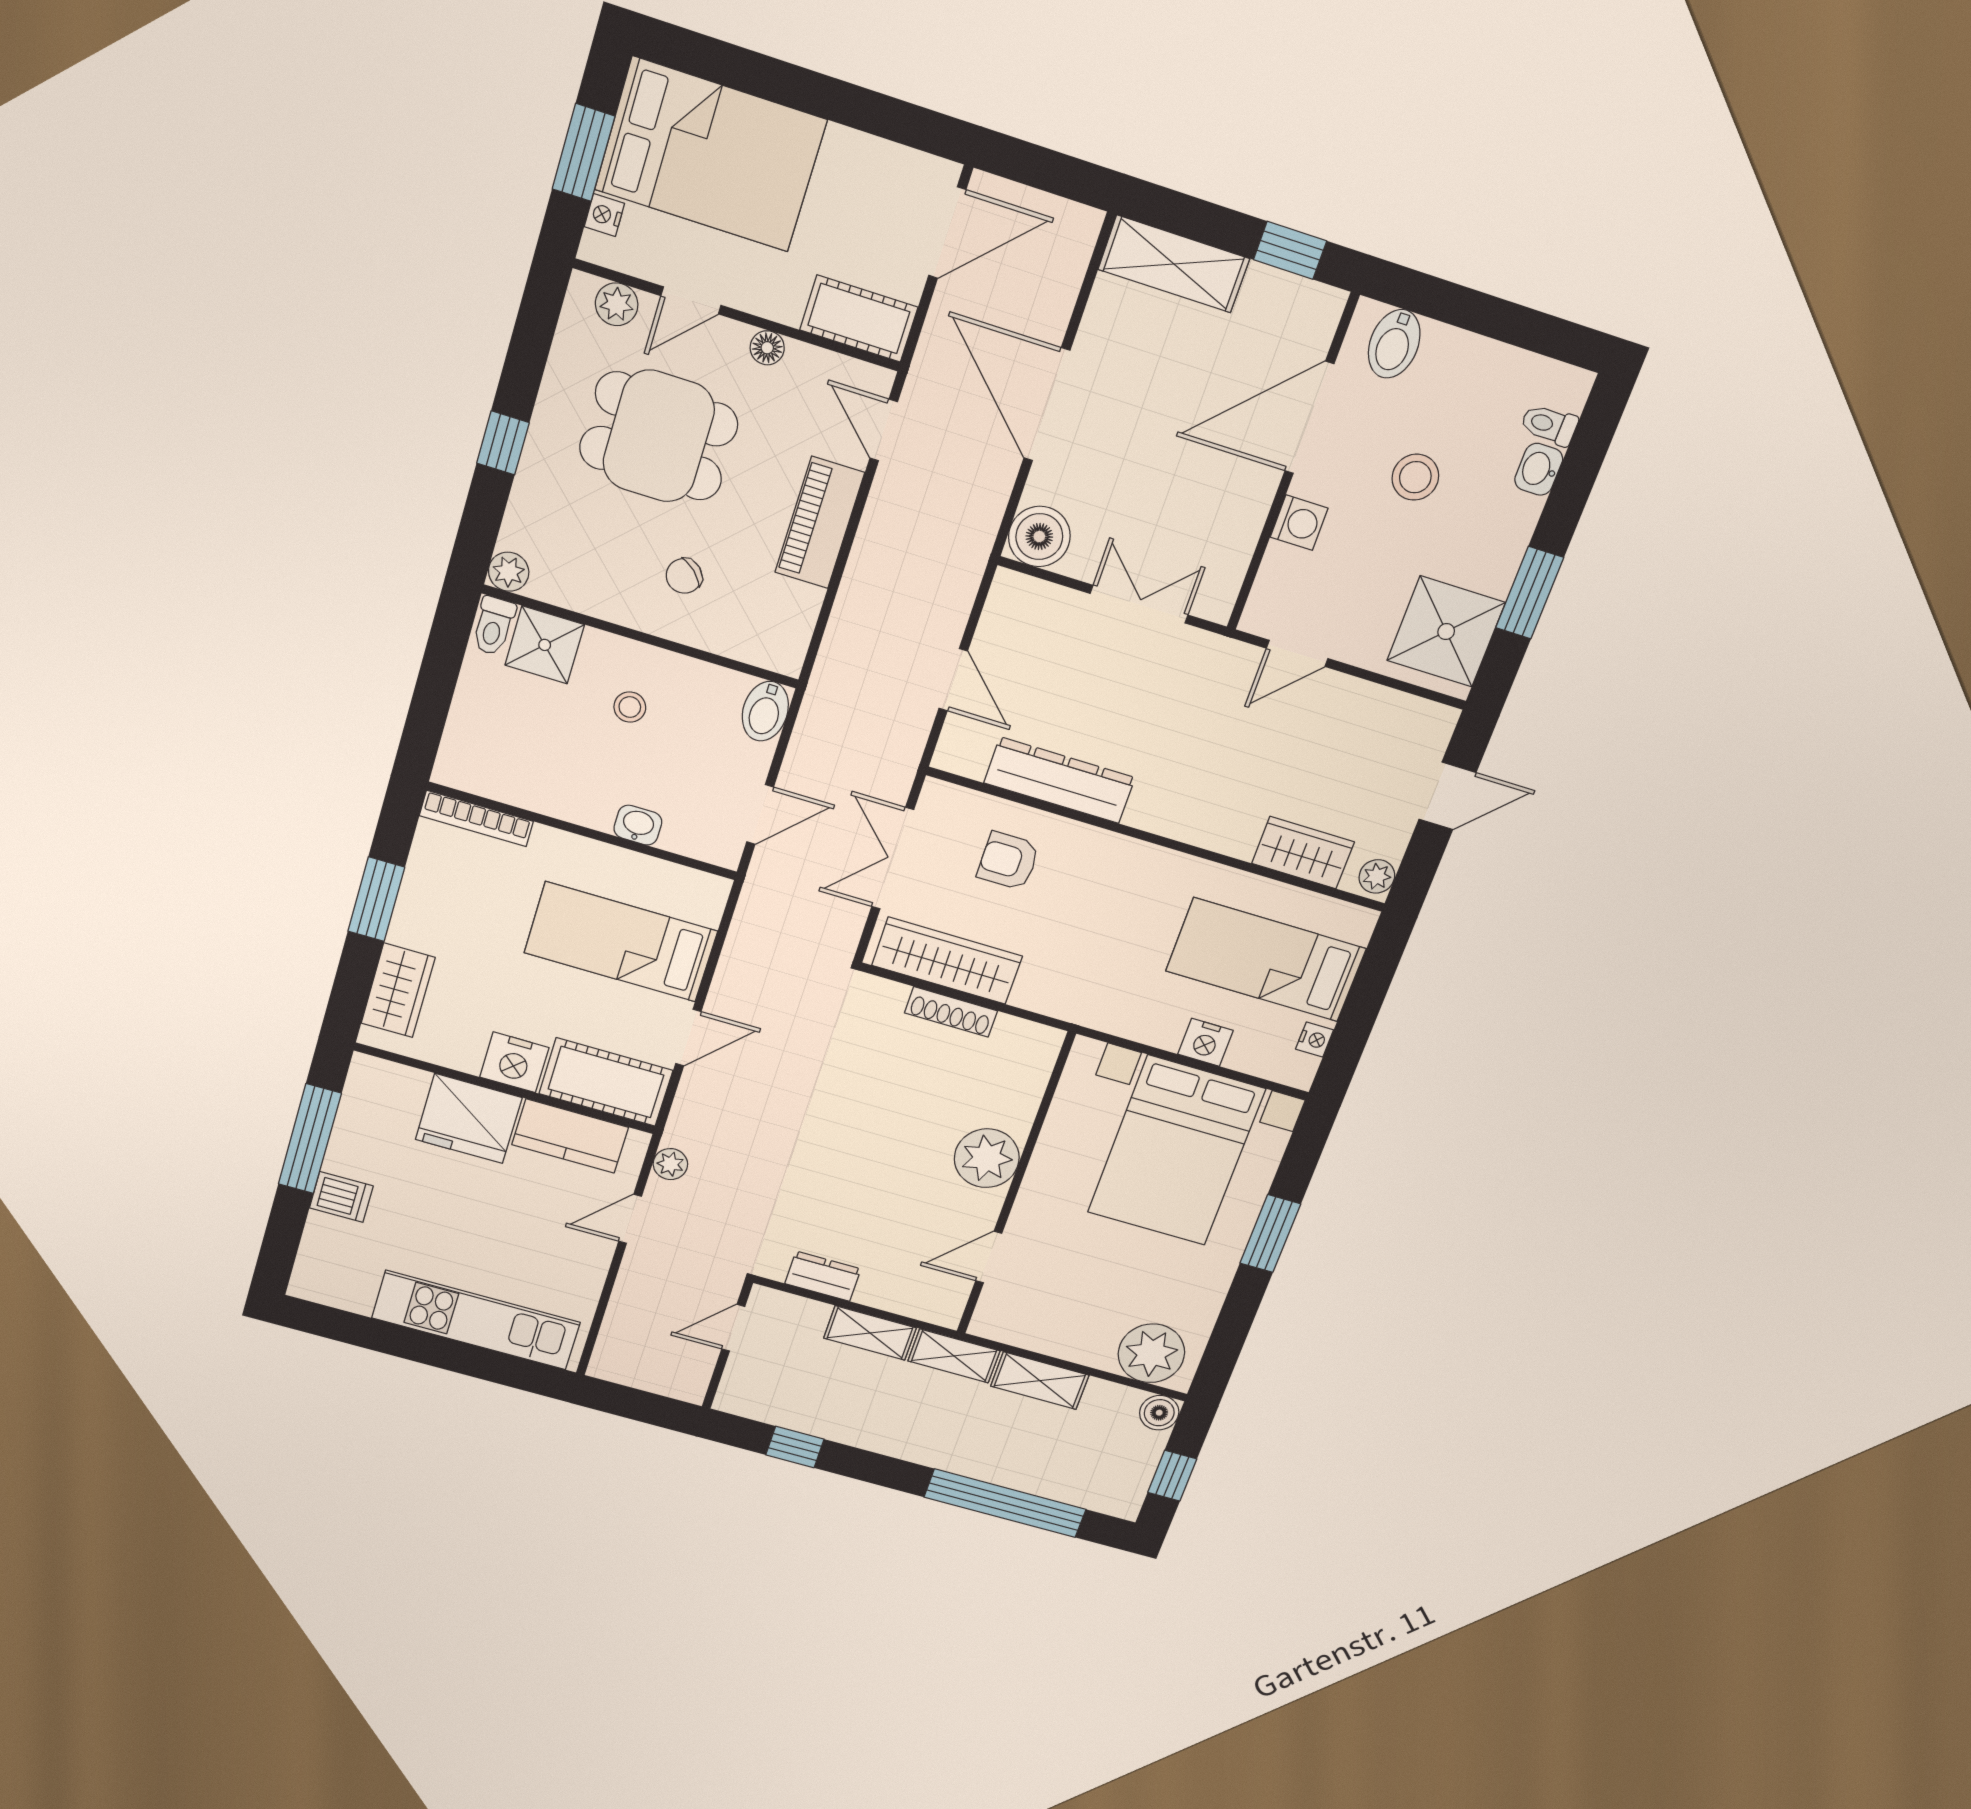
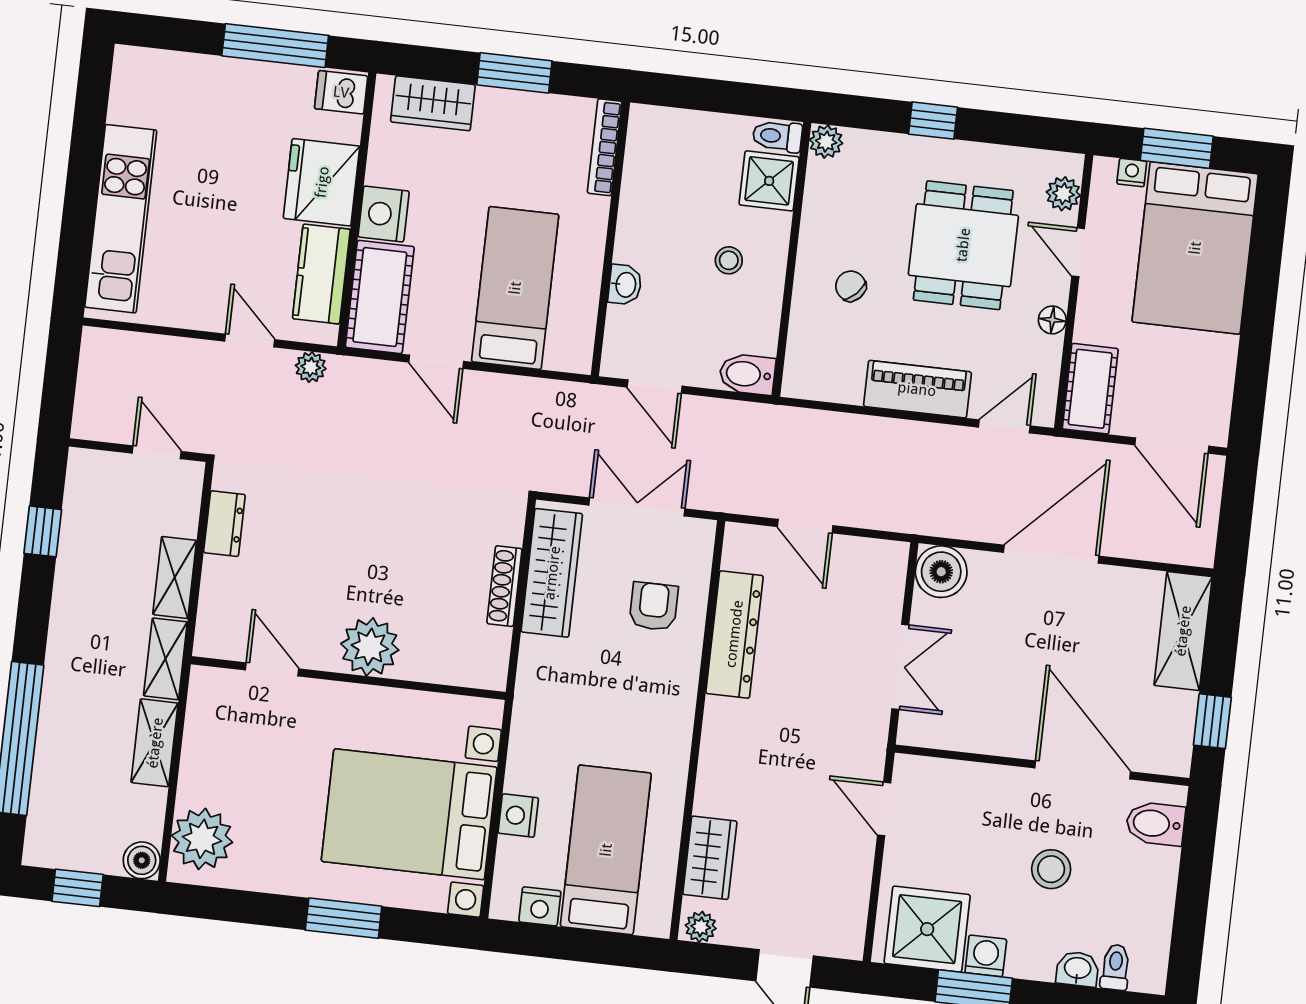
washing machine: (1299, 523) -> (986, 956), moved, turned 180
door: (953, 680) -> (805, 526), hinge flipped
nightstand: (1315, 1040) -> (540, 906), width x1.39, depth x1.35
dishwasher: (341, 1197) -> (341, 92), moved, turned 90

